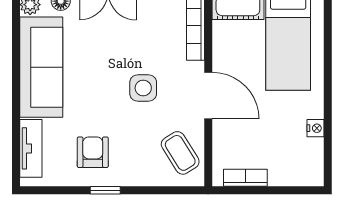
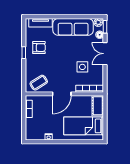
side table: (143, 88) -> (82, 67), moved

